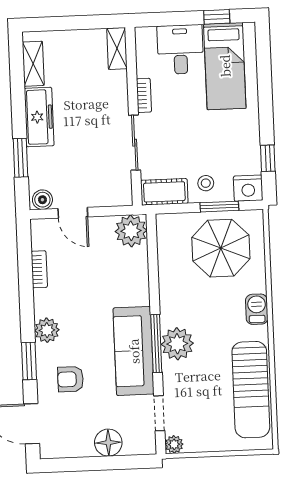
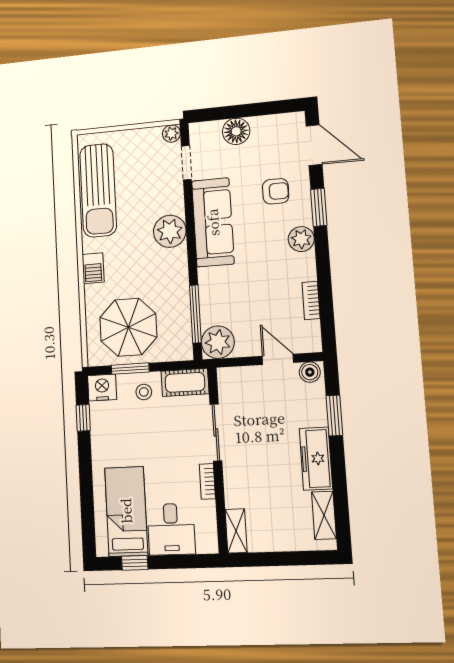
window: (156, 343) -> (195, 314), moved
sun lounger: (251, 390) -> (98, 190), turned 180

